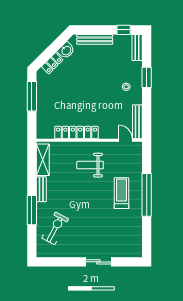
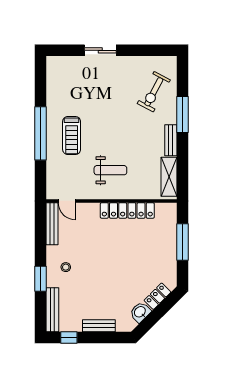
bench: (95, 39) -> (99, 326), width x0.73
bench: (137, 47) -> (52, 310), width x1.36
window: (32, 96) -> (182, 242), moved

